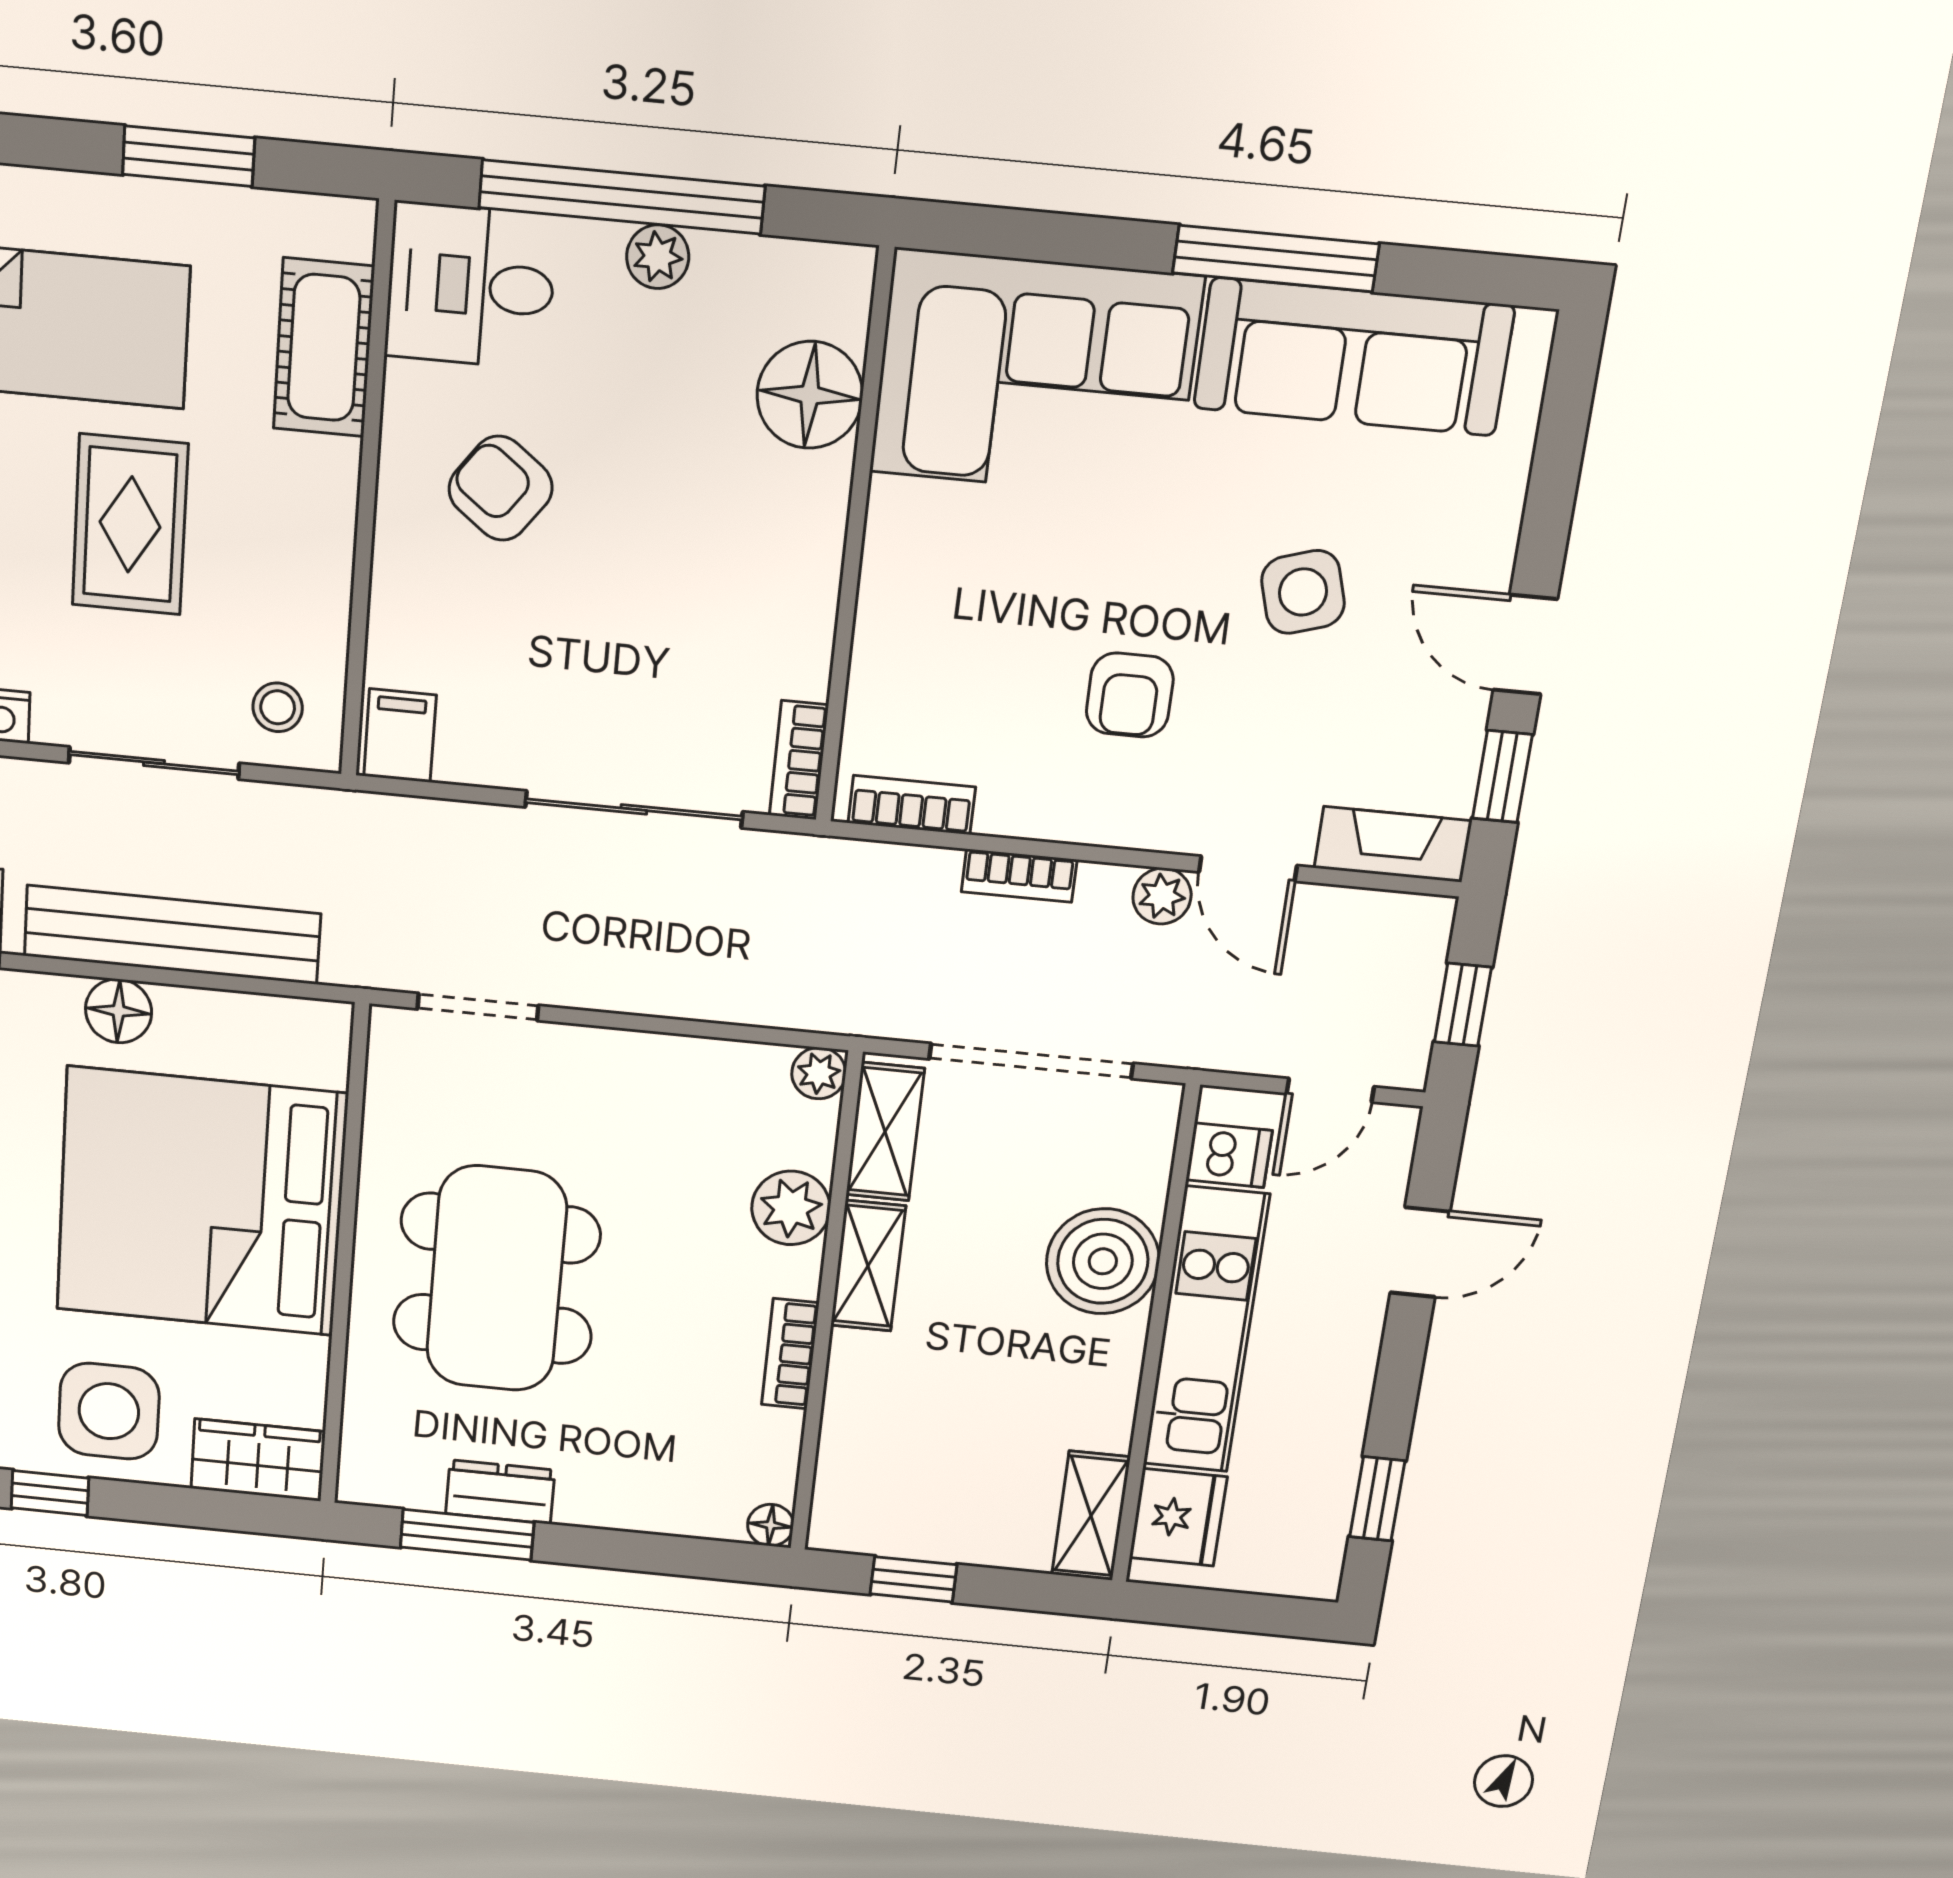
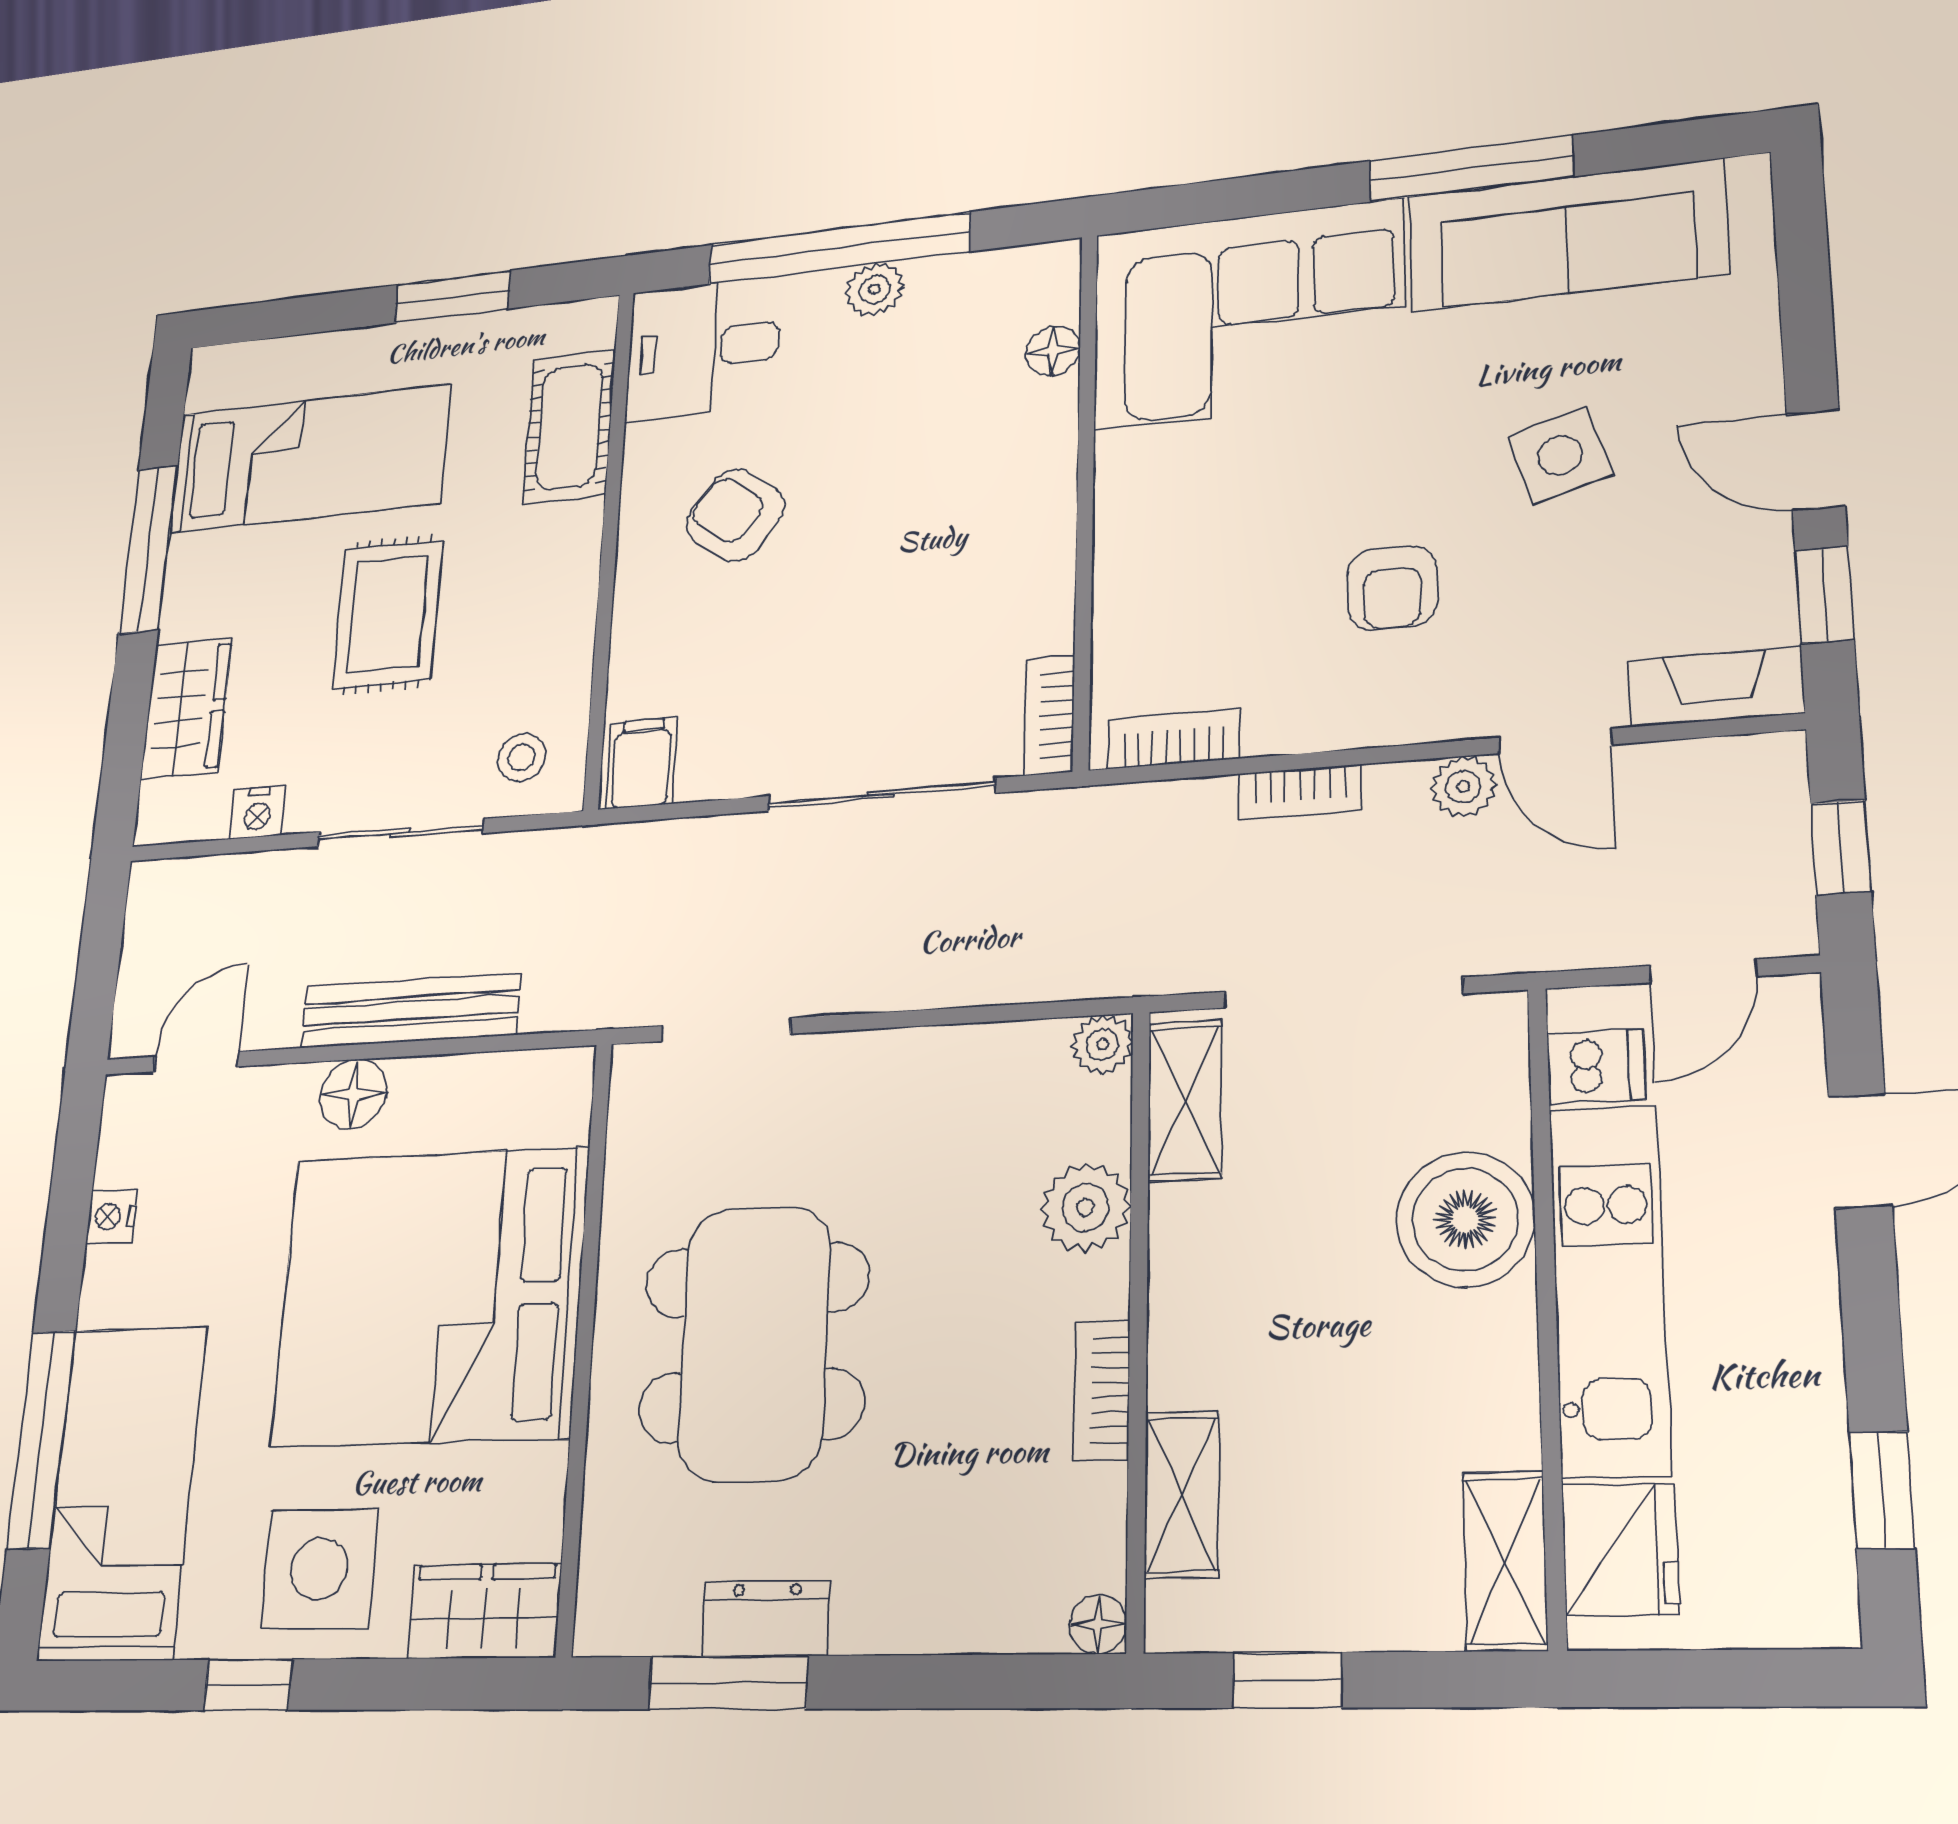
floor lamp: (810, 395) -> (1053, 351), width x0.53, depth x0.53
bench: (172, 935) -> (411, 1010), width x0.73, depth x0.82
shelving: (868, 1266) -> (1182, 1495), moved

